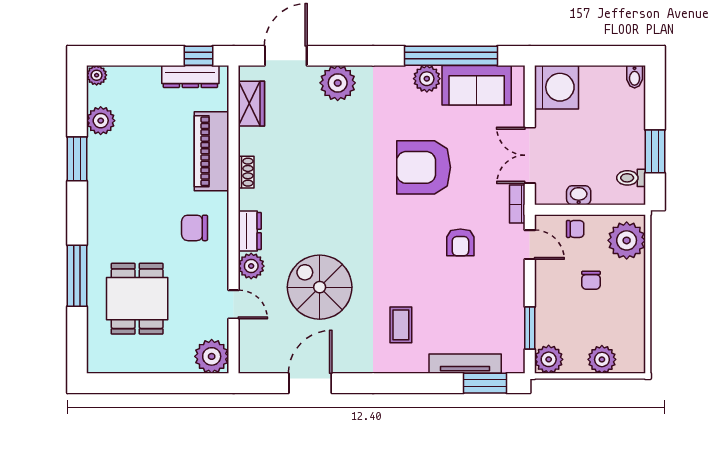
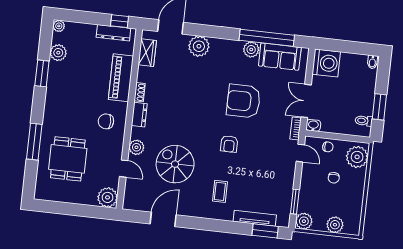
washbasin: (579, 195) -> (313, 125), moved
dresser: (250, 231) -> (139, 115), moved
armchair: (460, 242) -> (229, 144), moved

